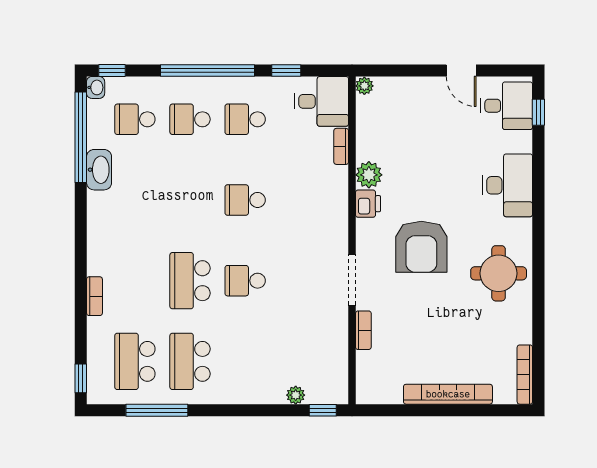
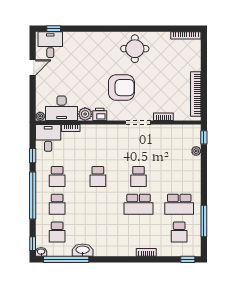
desk: (508, 185) -> (62, 108), moved, turned 180
school desk: (135, 361) -> (179, 232), width x0.54
bookcase: (448, 394) -> (196, 94), moved

